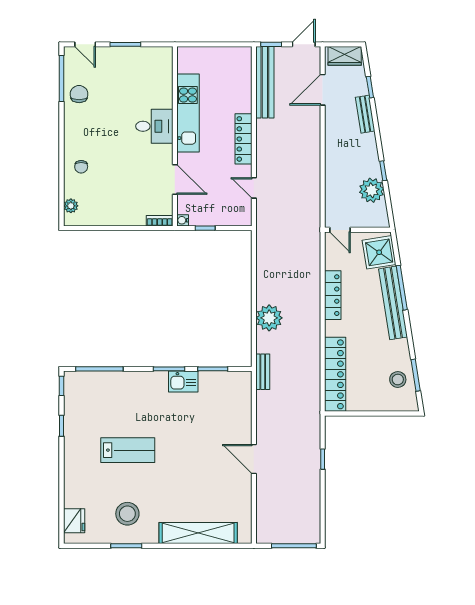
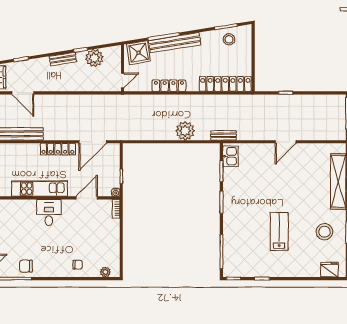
bench: (365, 114) -> (63, 59), moved
door: (254, 188) -> (93, 142), width x1.88
kitchen sink: (183, 382) -> (230, 156), moved

